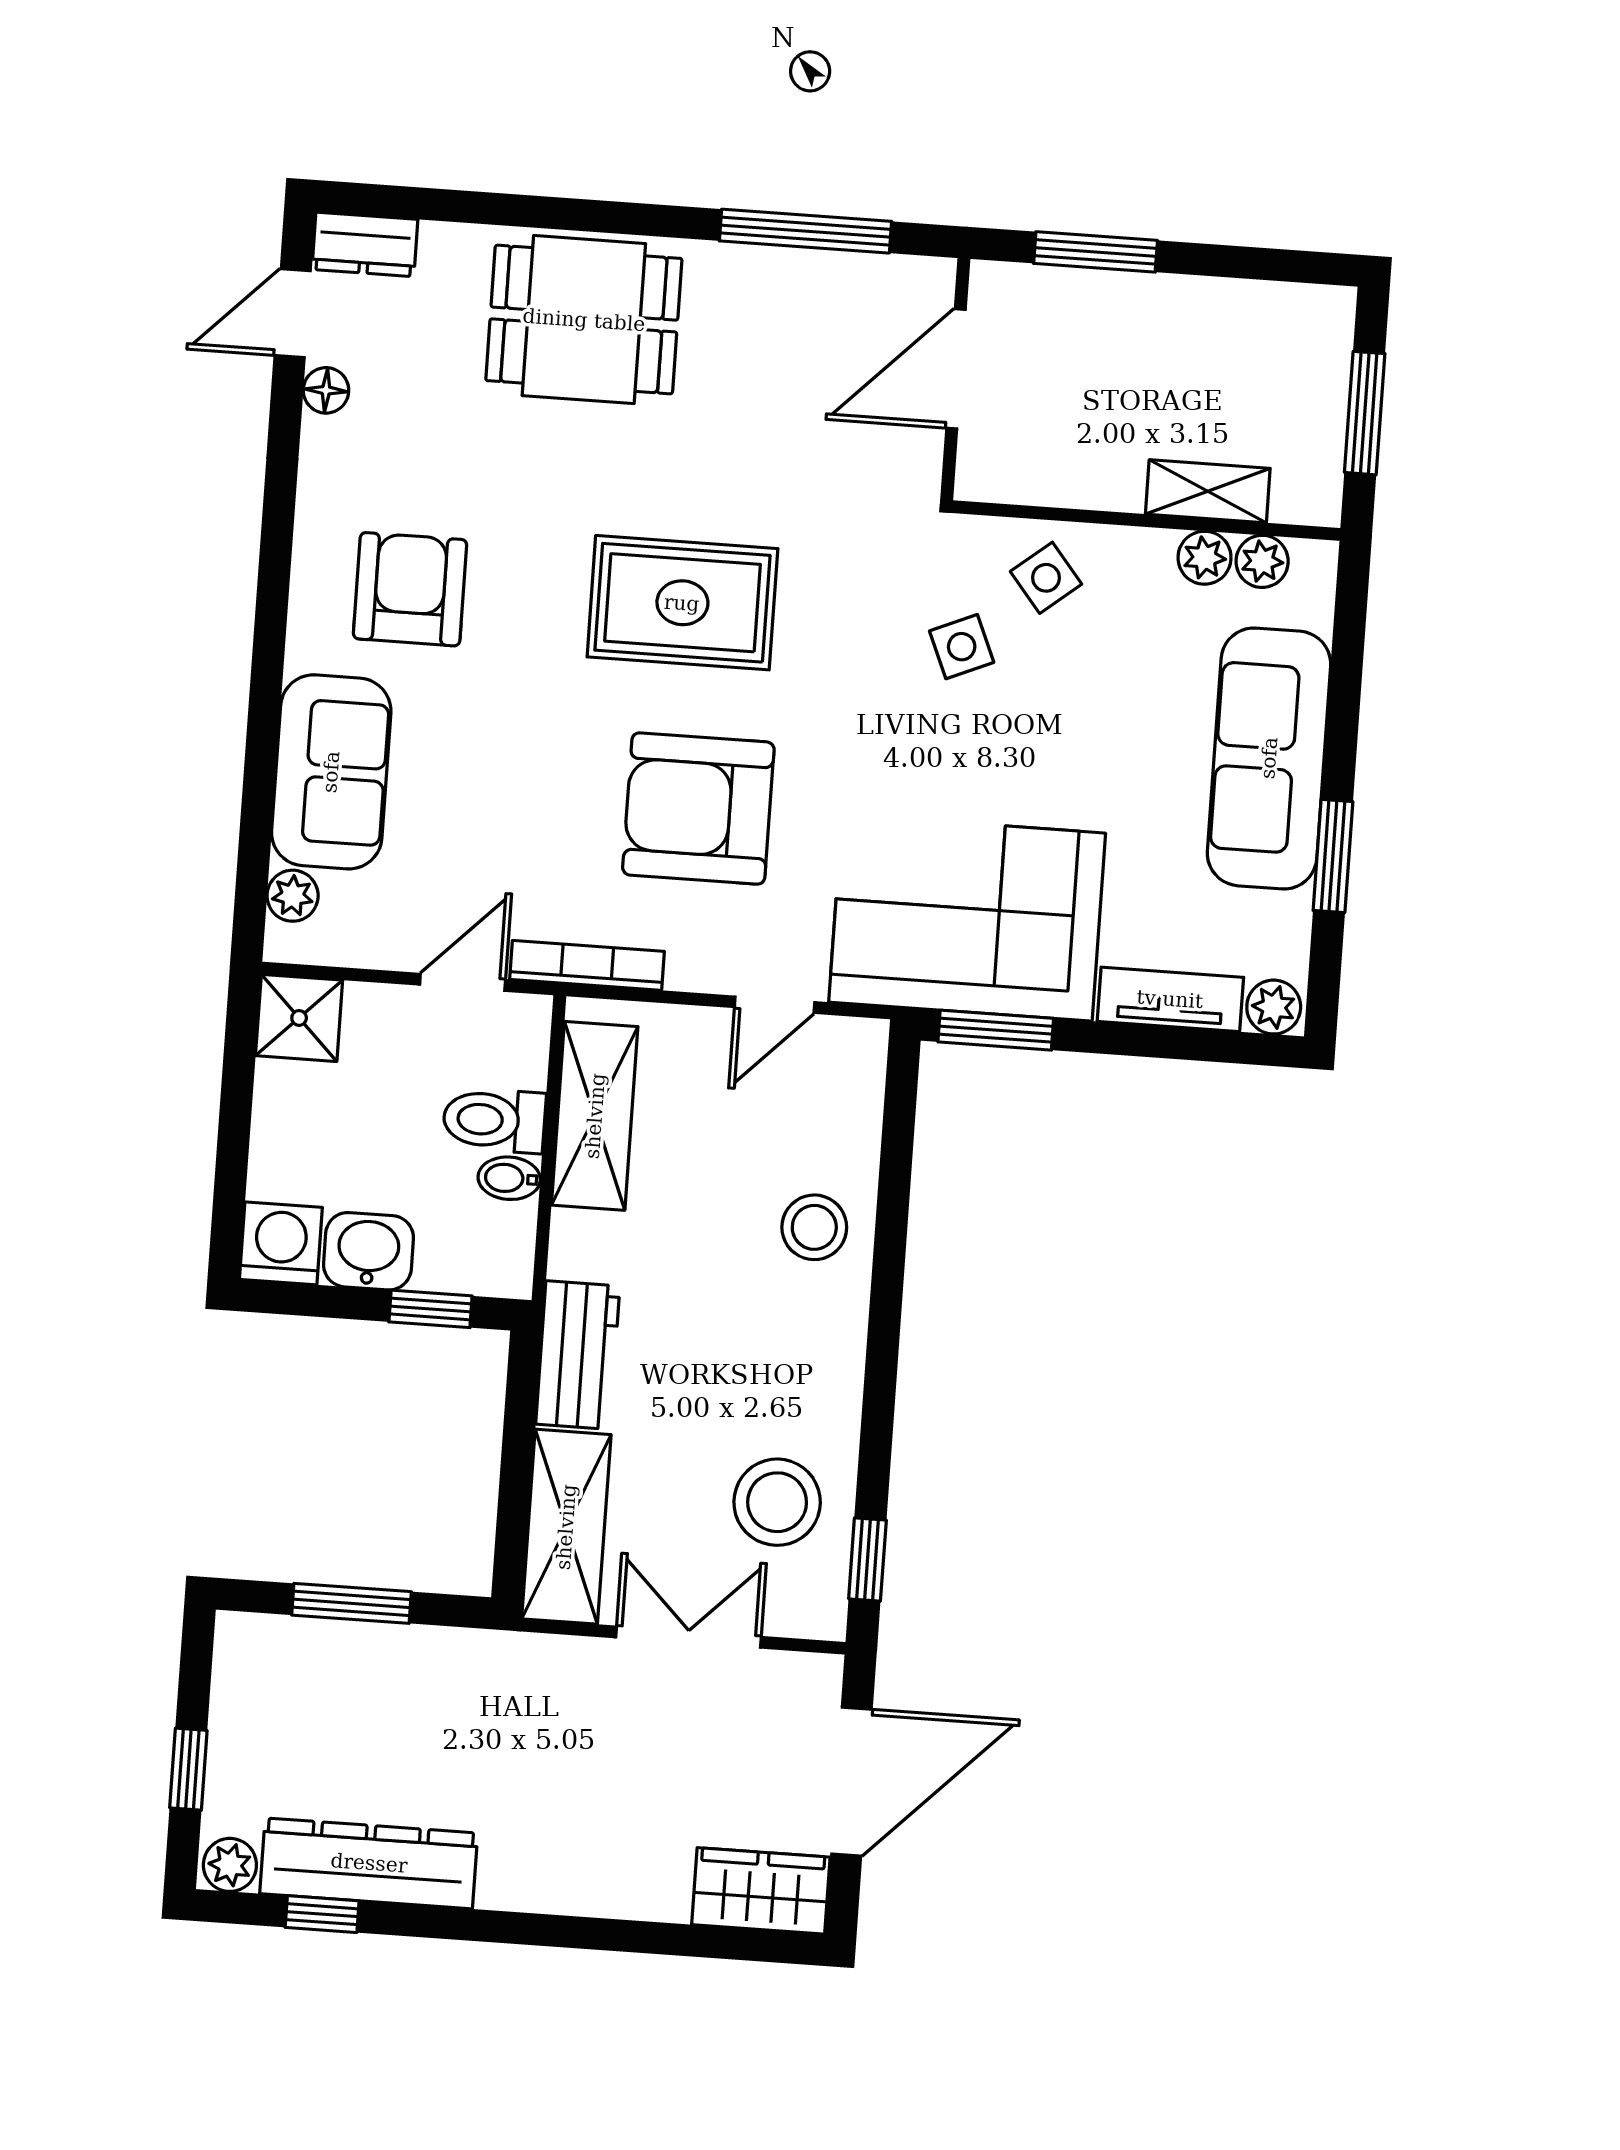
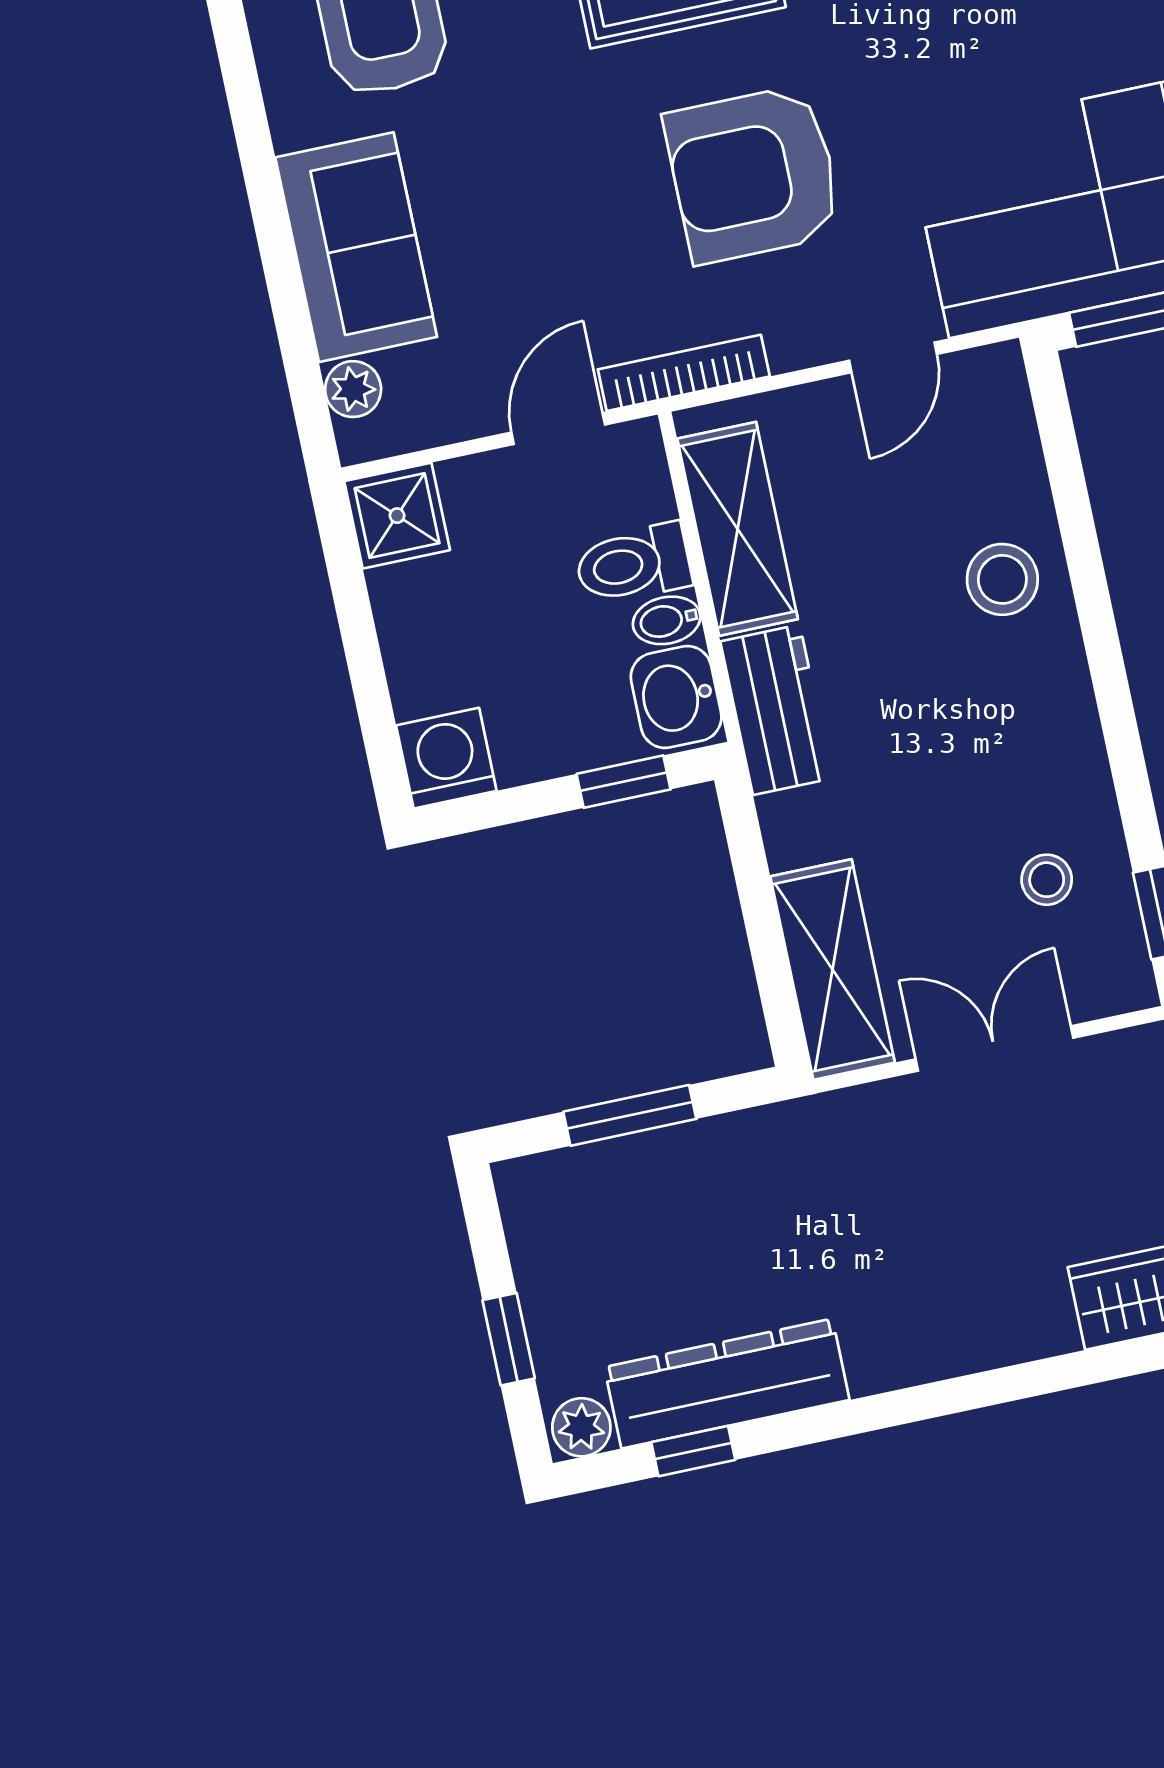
washbasin: (368, 1251) -> (676, 697), moved, turned -90
workbench: (578, 1355) -> (776, 710), moved
stool: (777, 1502) -> (1047, 880), width x0.53, depth x0.53

